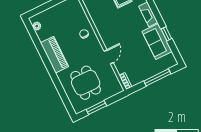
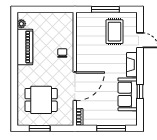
piano: (55, 55) -> (25, 47), moved
door: (109, 57) -> (75, 86), width x1.88
dining table: (86, 83) -> (41, 100), turned 90

